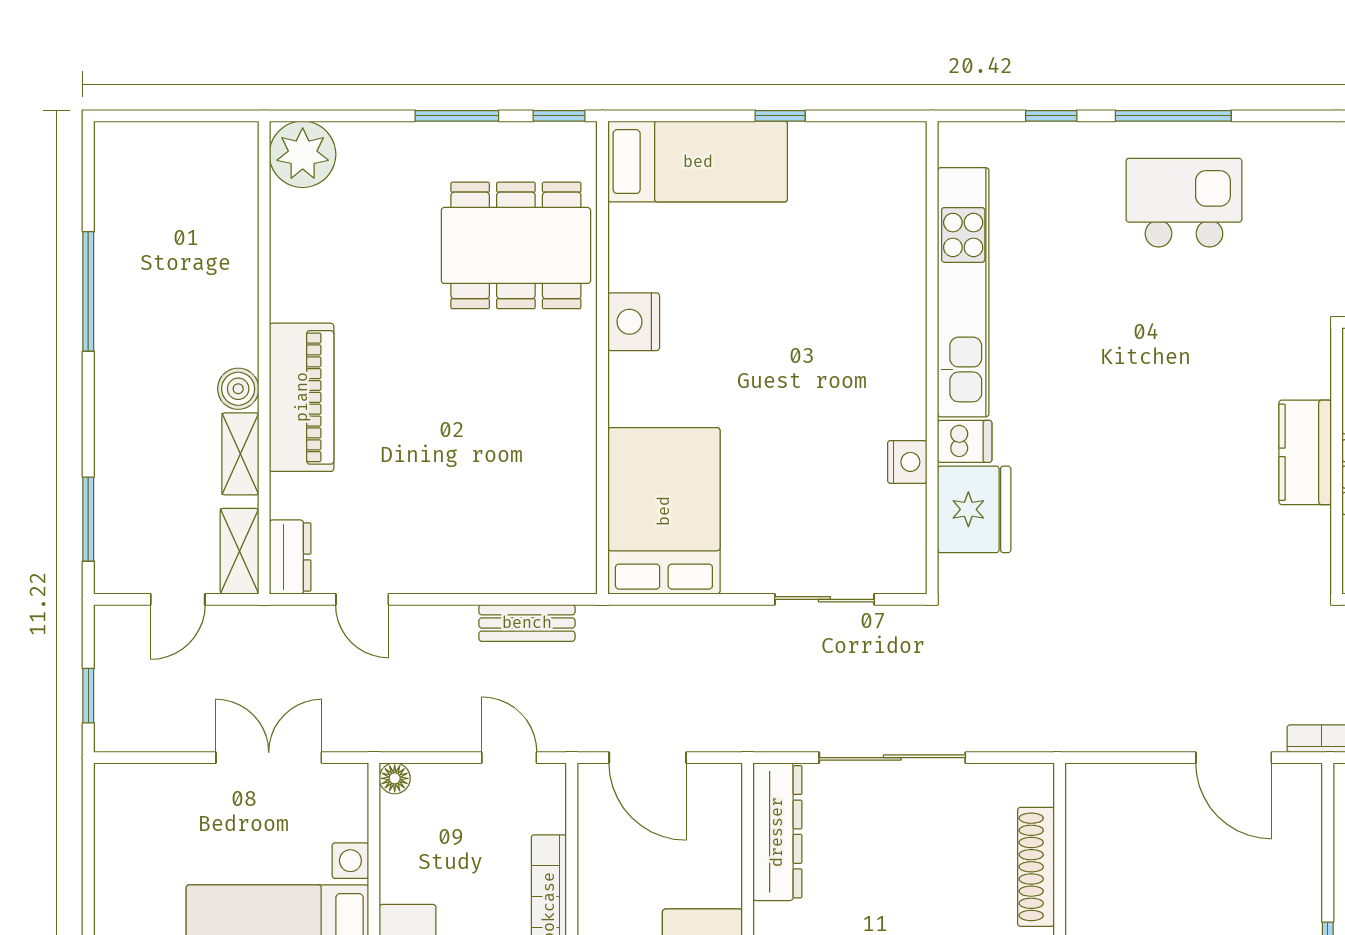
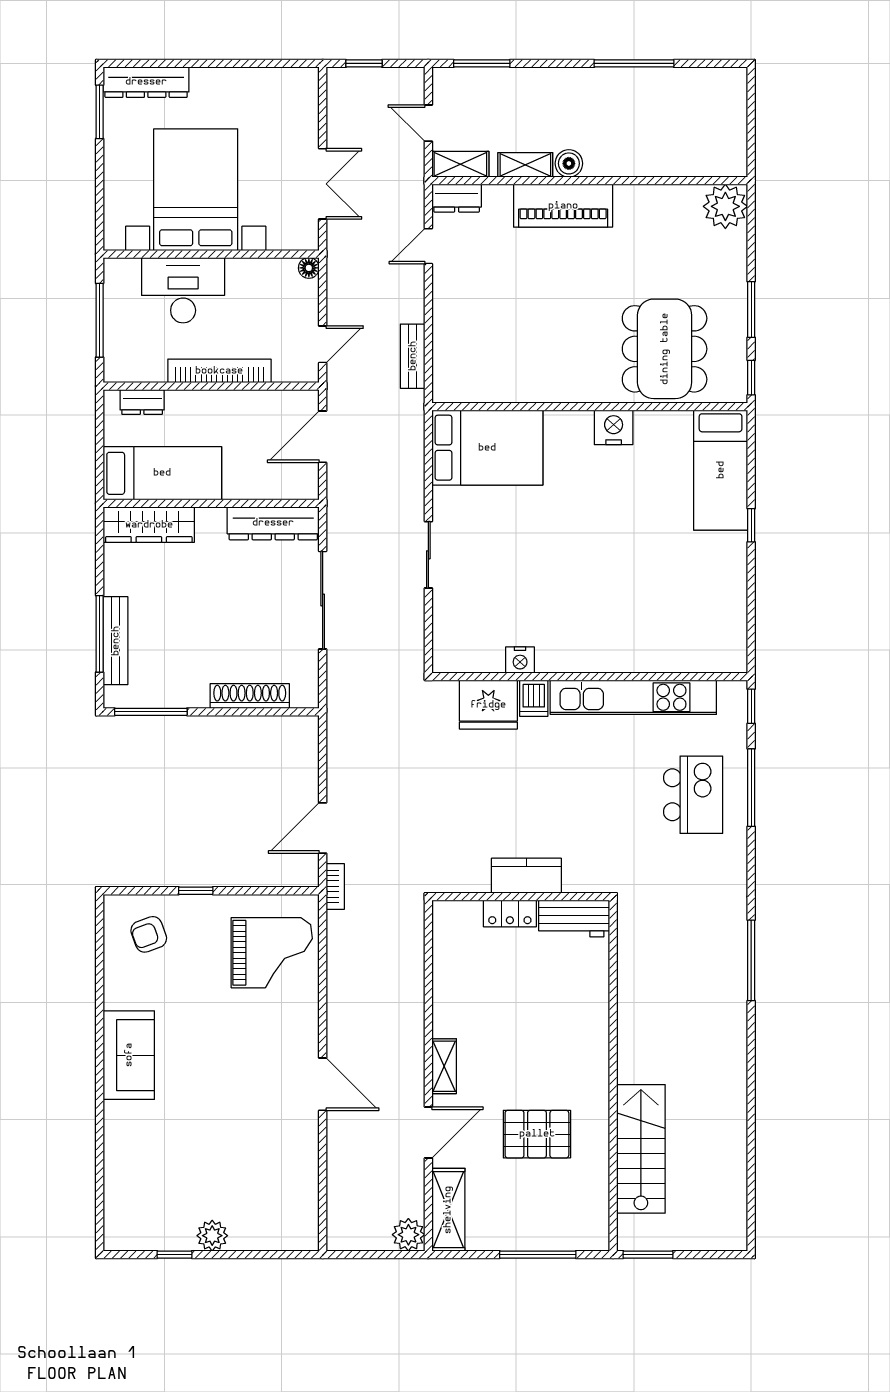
kitchen unit: (963, 292) -> (633, 697), moved
wall: (932, 358) -> (590, 677), moved
dishwasher: (965, 441) -> (534, 698), moved
nightstand: (907, 462) -> (520, 660), moved
fridge: (974, 509) -> (488, 705), moved

